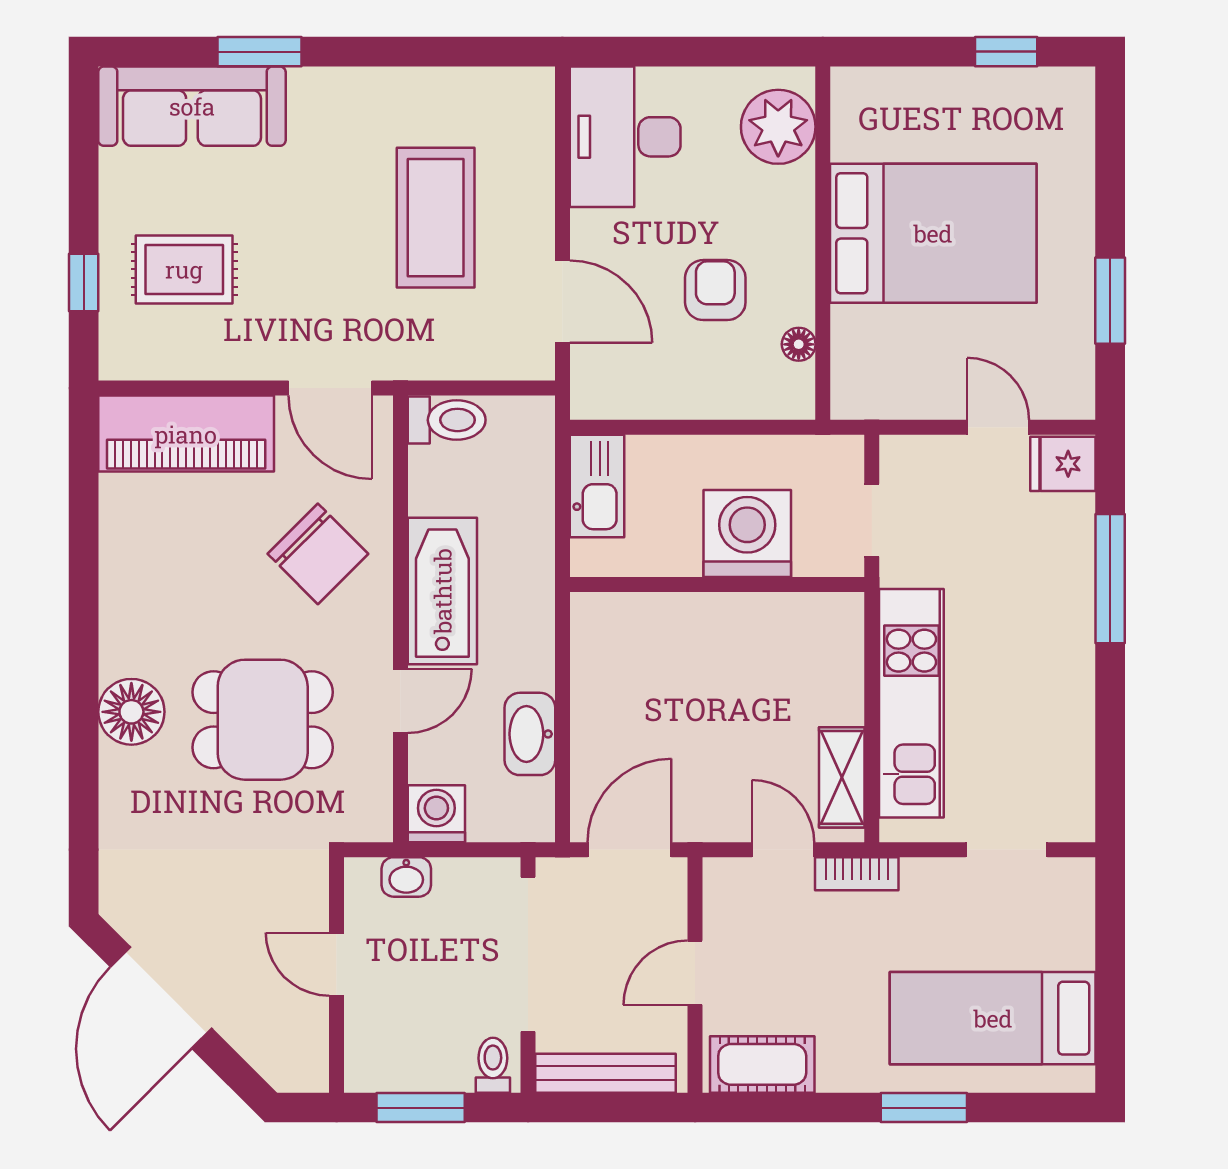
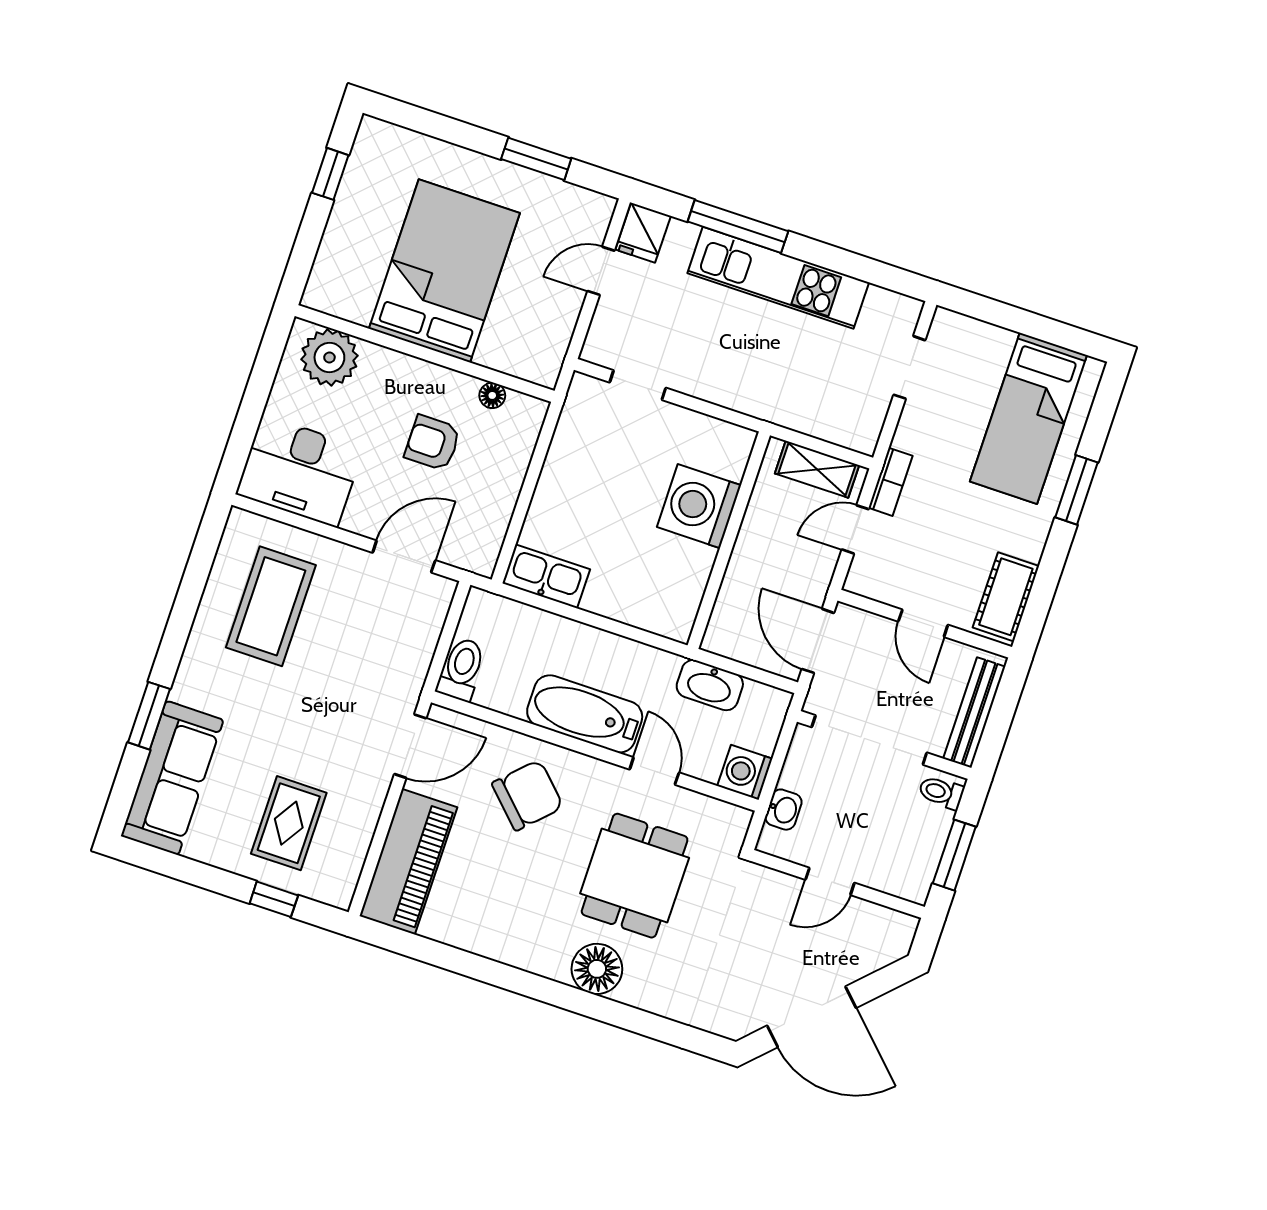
coffee table: (436, 218) -> (271, 606), moved, turned 90
washing machine: (747, 534) -> (699, 506), moved
wall: (717, 585) -> (729, 540), moved
kitchen unit: (911, 703) -> (778, 278), moved, turned 180

